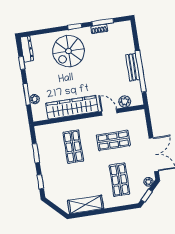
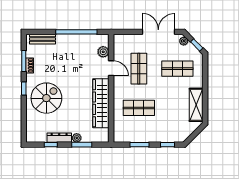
dresser: (27, 49) -> (59, 138), moved
spiral stairs: (69, 51) -> (46, 98), turned -90
bench: (133, 67) -> (42, 39), moved
plant: (35, 99) -> (77, 138), moved
door: (109, 112) -> (111, 68), swing flipped

